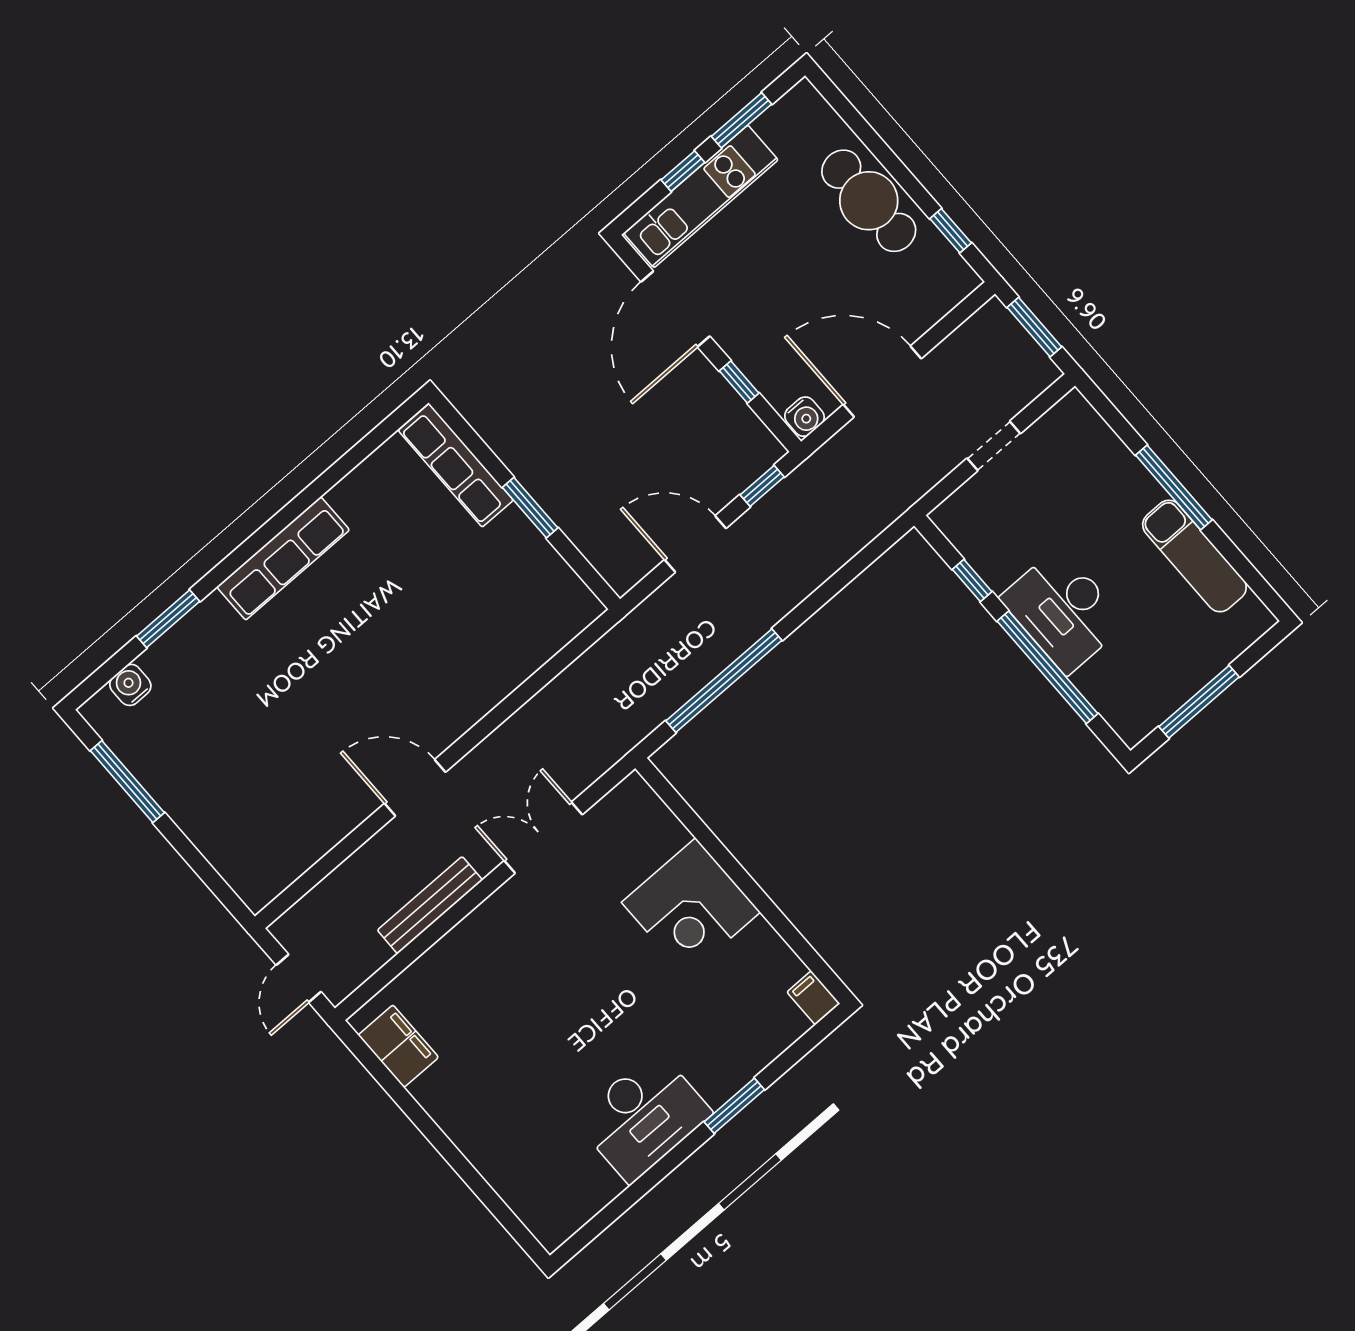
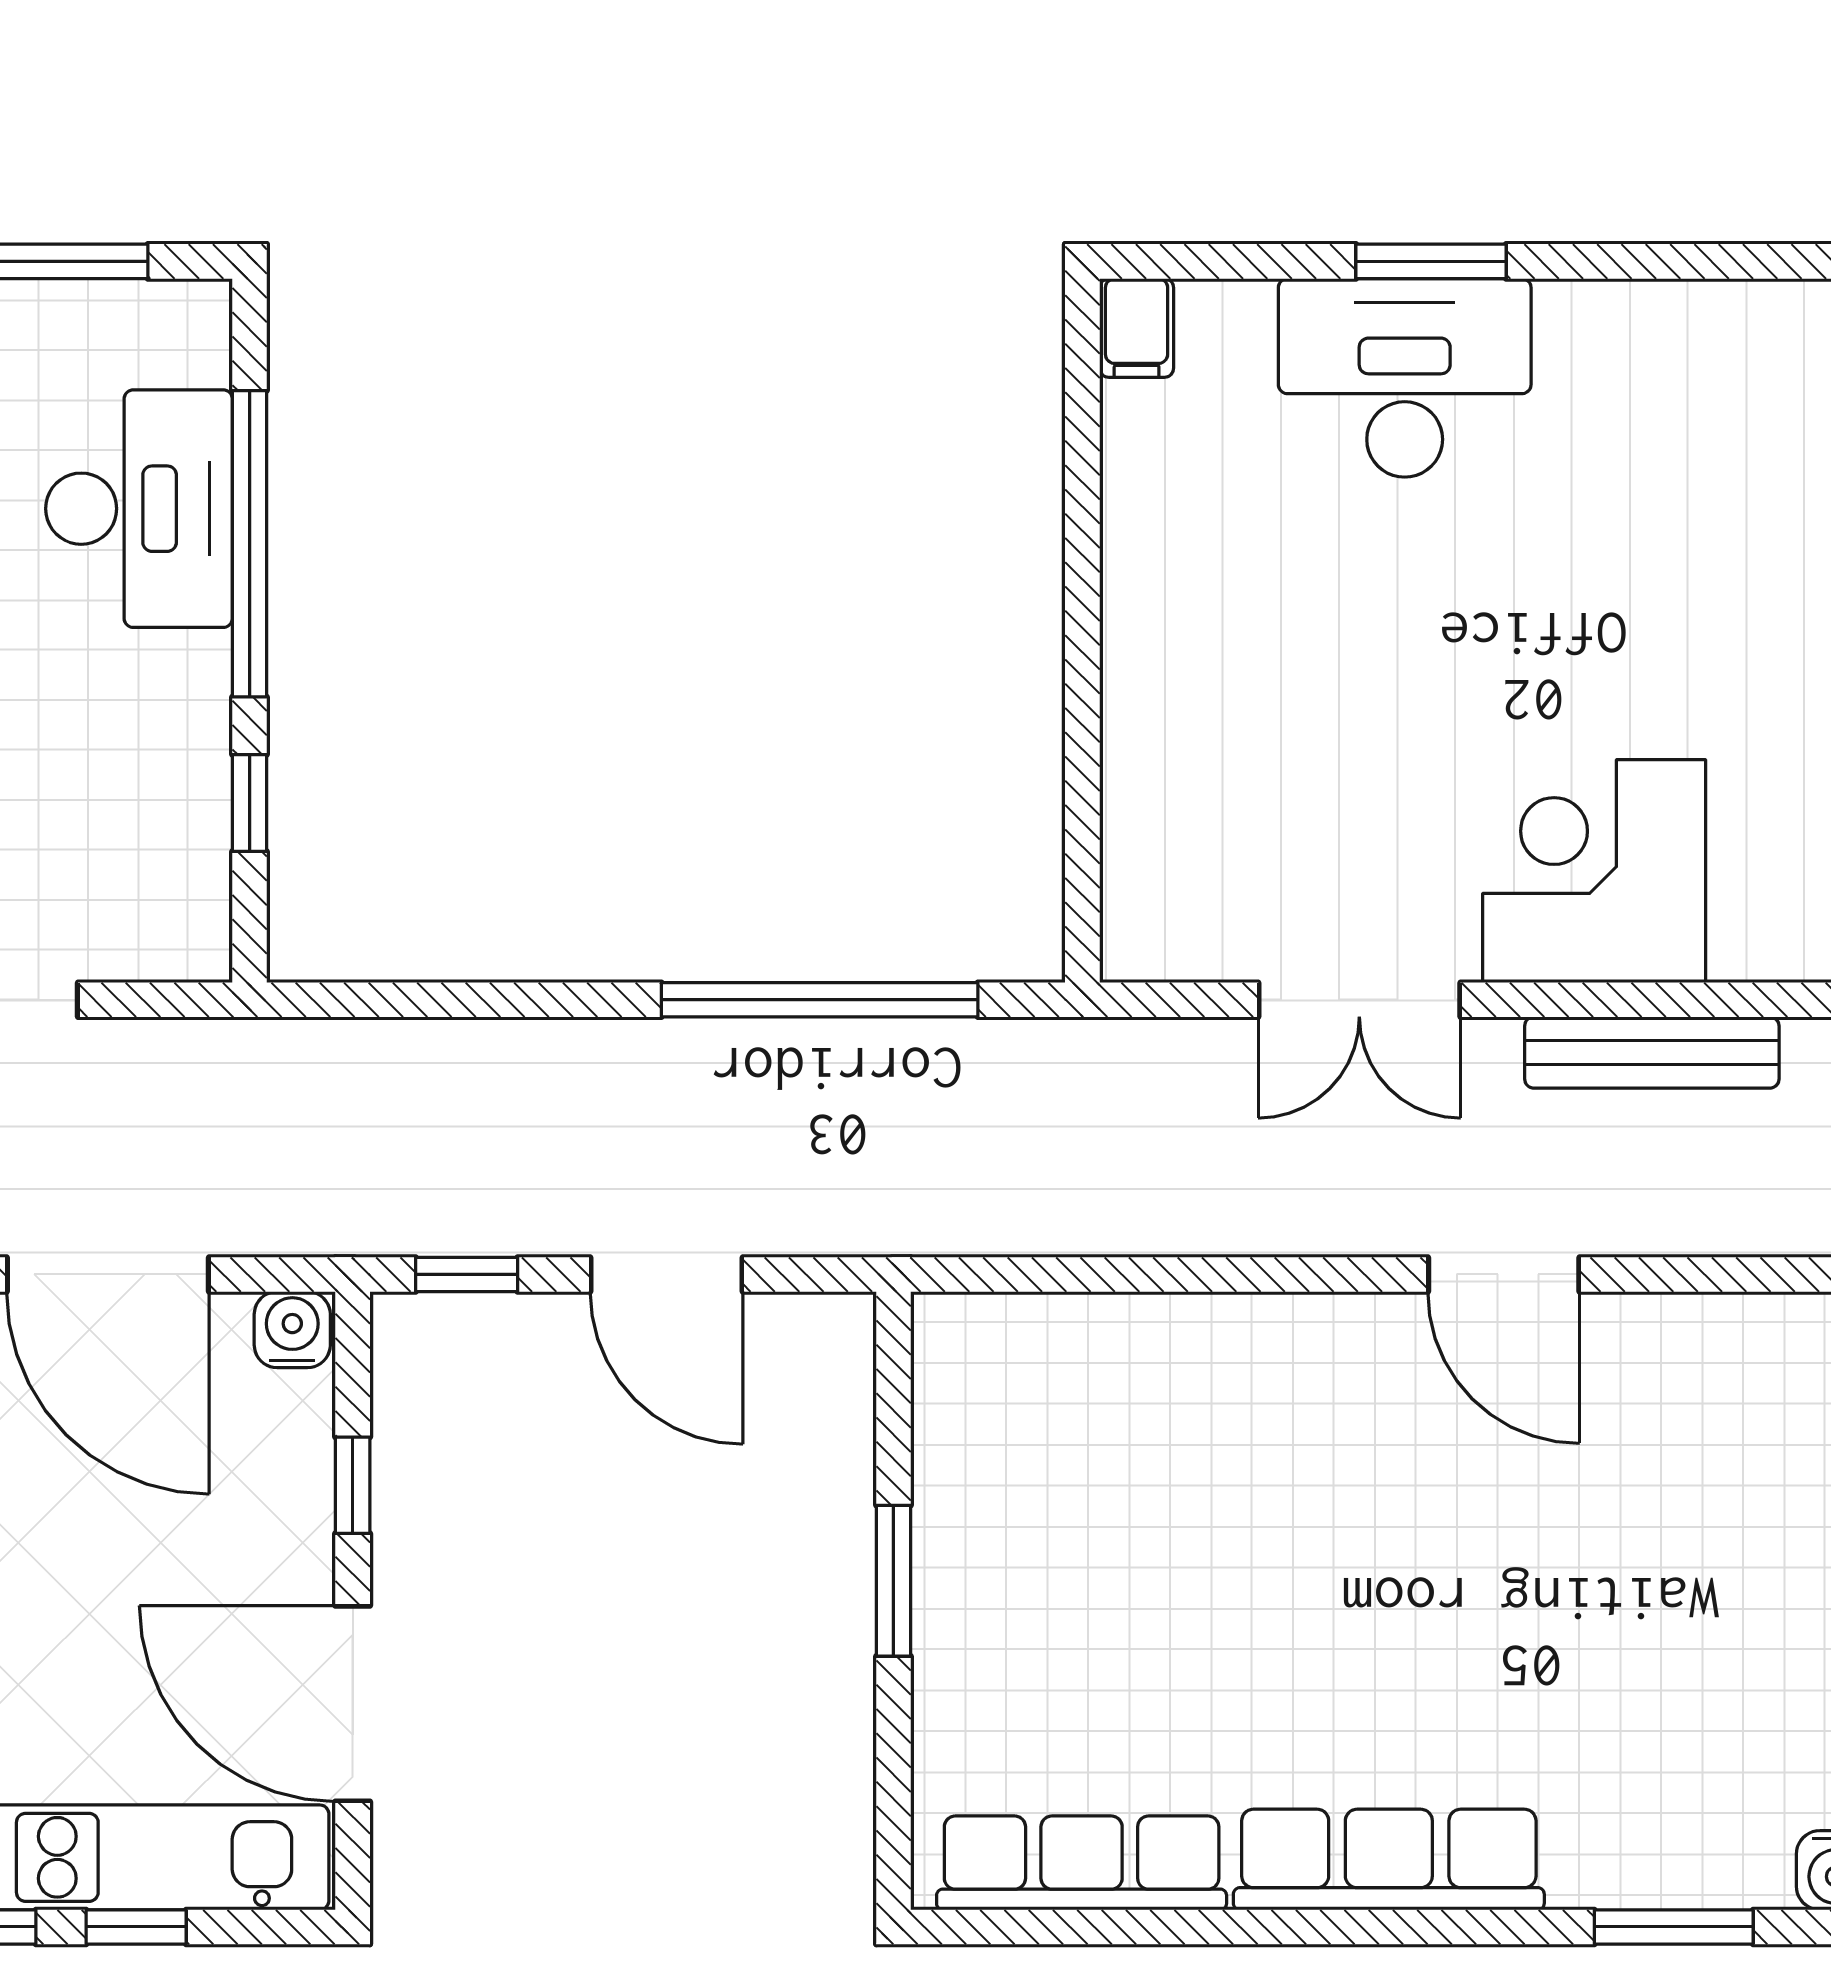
door: (675, 309) -> (353, 1704), swing flipped
row of seats: (456, 465) -> (1082, 1863), moved, turned -90
desk: (1063, 611) -> (139, 509), moved
corner desk: (691, 907) -> (1594, 871), moved, turned -90
desk: (643, 1116) -> (1405, 378), moved

